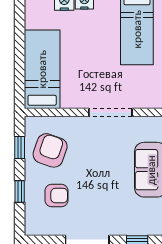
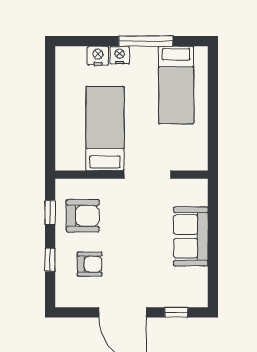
bed: (42, 69) -> (105, 128), moved
armchair: (50, 150) -> (83, 216), turned 71

